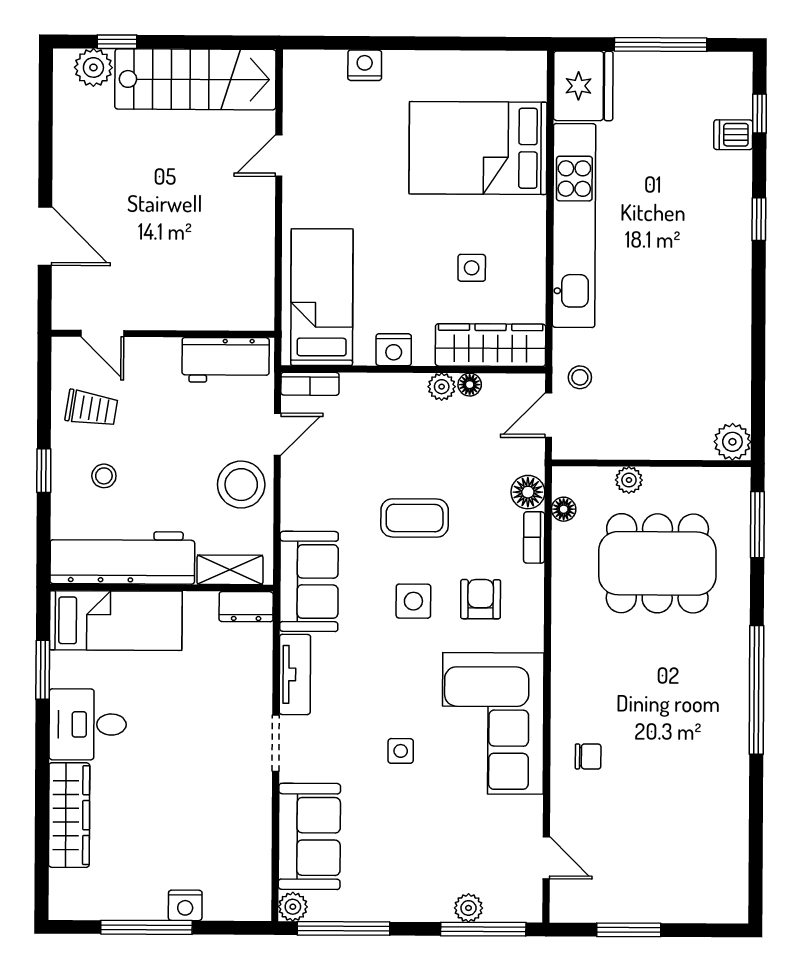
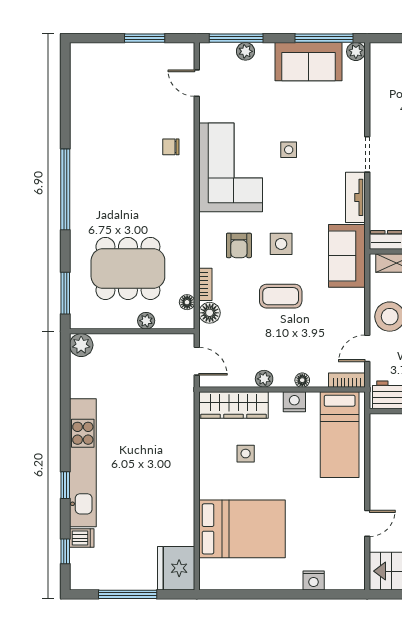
kitchen unit: (574, 225) -> (83, 463), moved, turned 180
stool: (580, 377) -> (177, 385), removed
floor lamp: (470, 385) -> (302, 380), moved
door: (549, 415) -> (197, 361), hinge flipped
sofa: (309, 836) -> (308, 62), moved, turned -90

